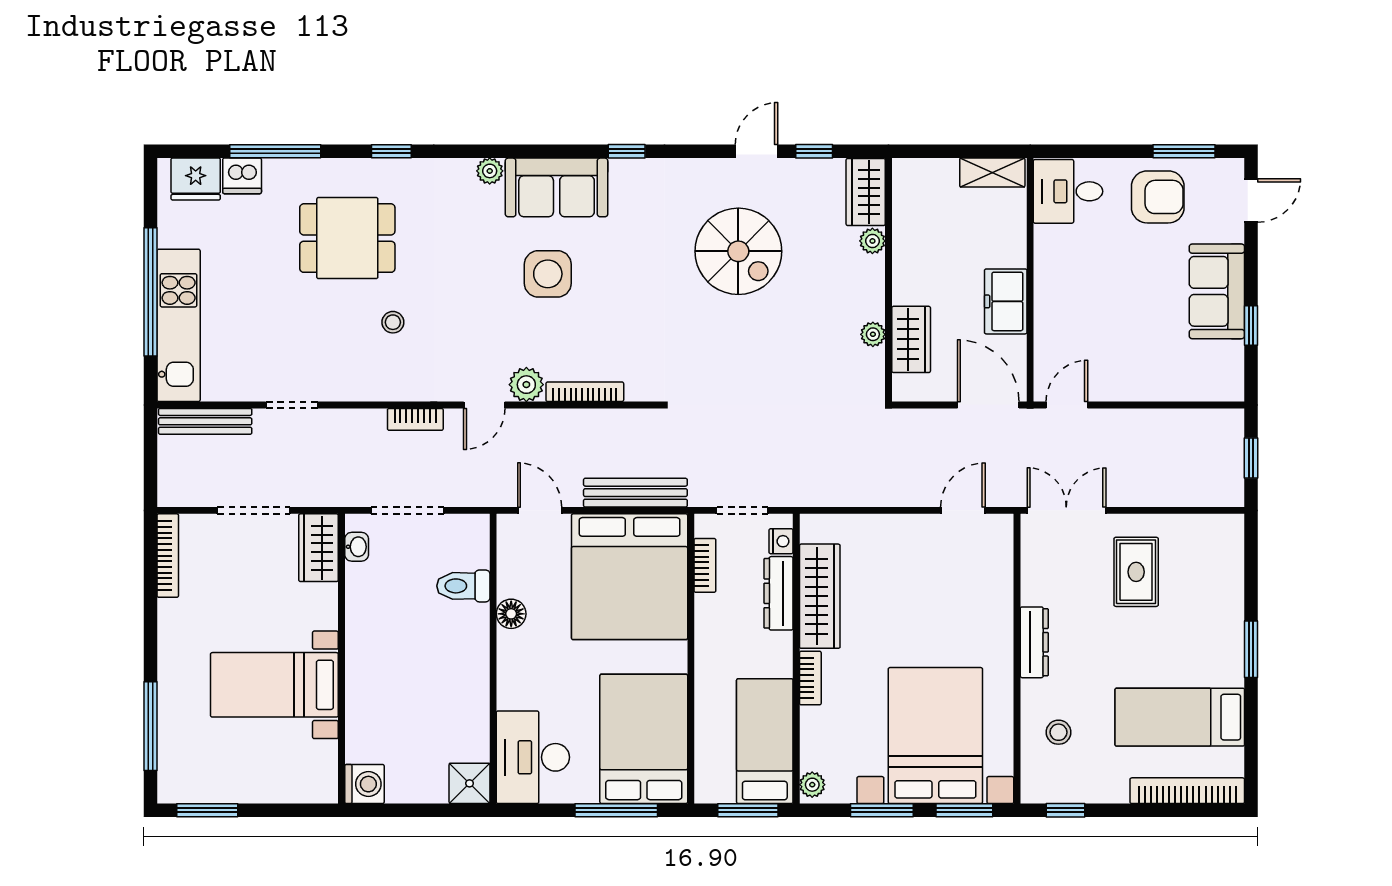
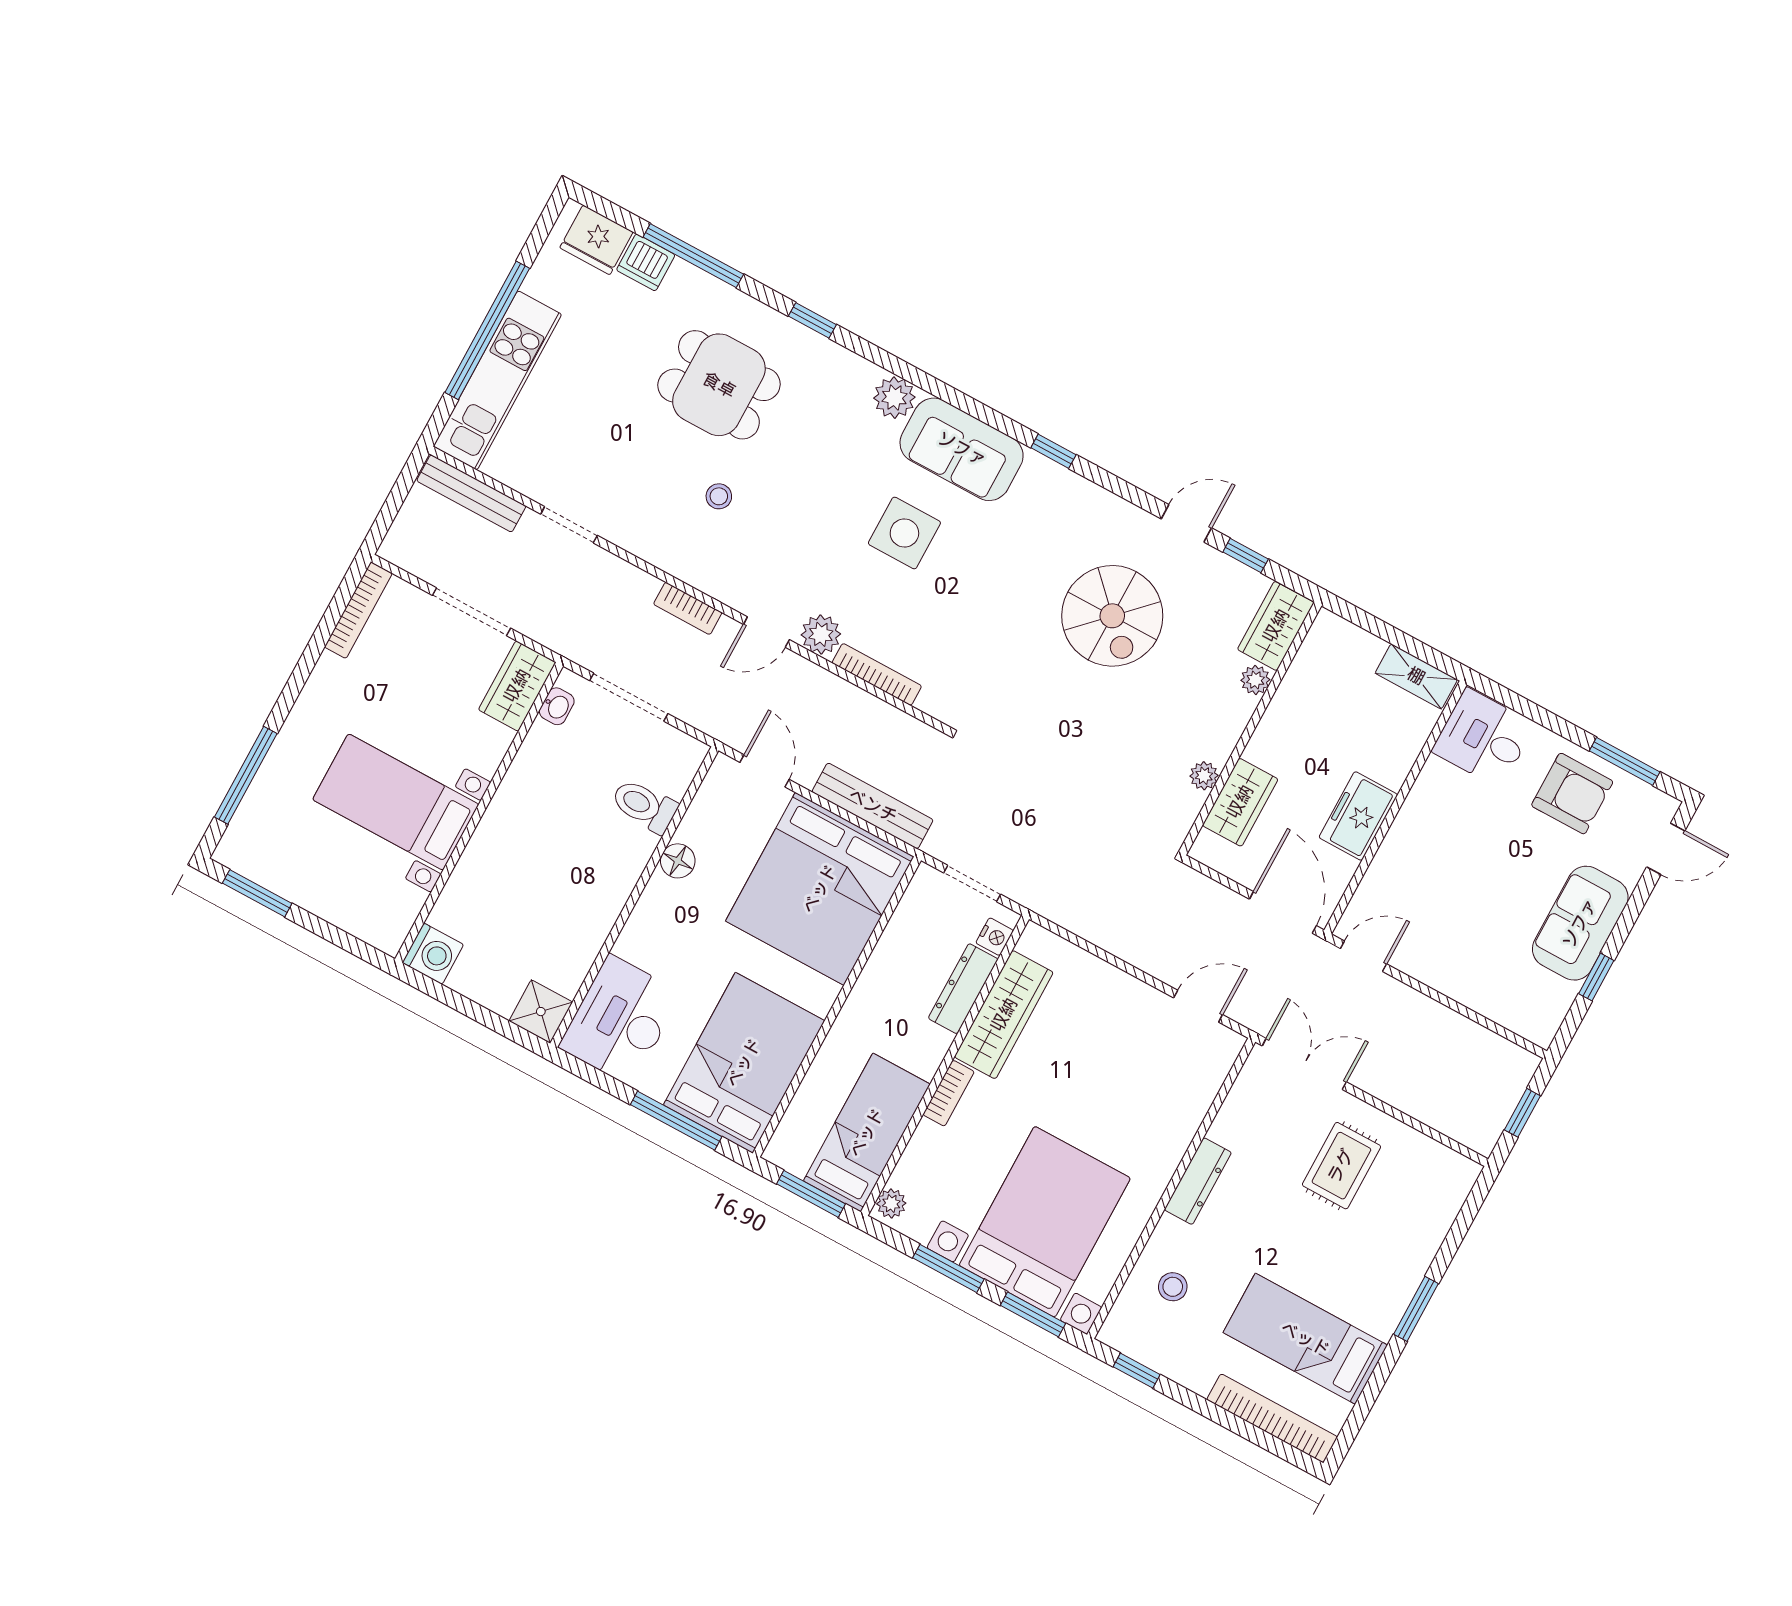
plant: (490, 171) -> (894, 398), width x1.38, depth x1.38
bookcase: (705, 565) -> (903, 919), removed

